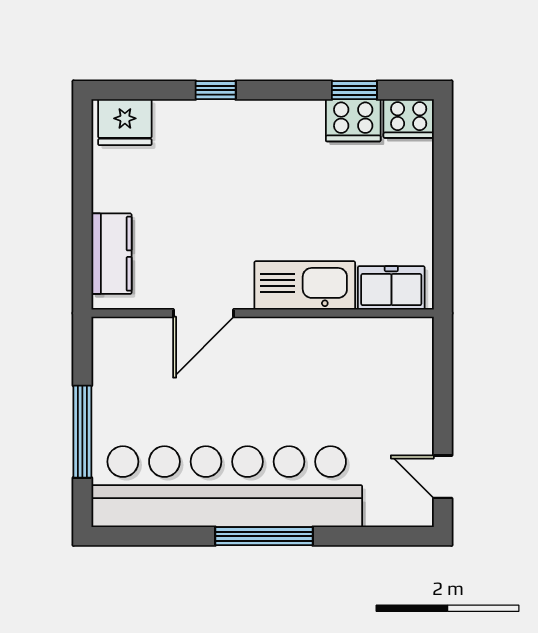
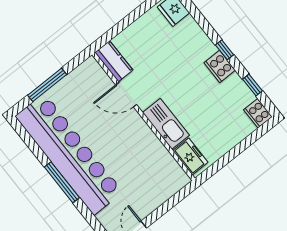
window: (216, 90) -> (224, 50), moved
cooker: (353, 120) -> (220, 66), moved
kitchen counter: (111, 254) -> (114, 61), moved, turned -90

